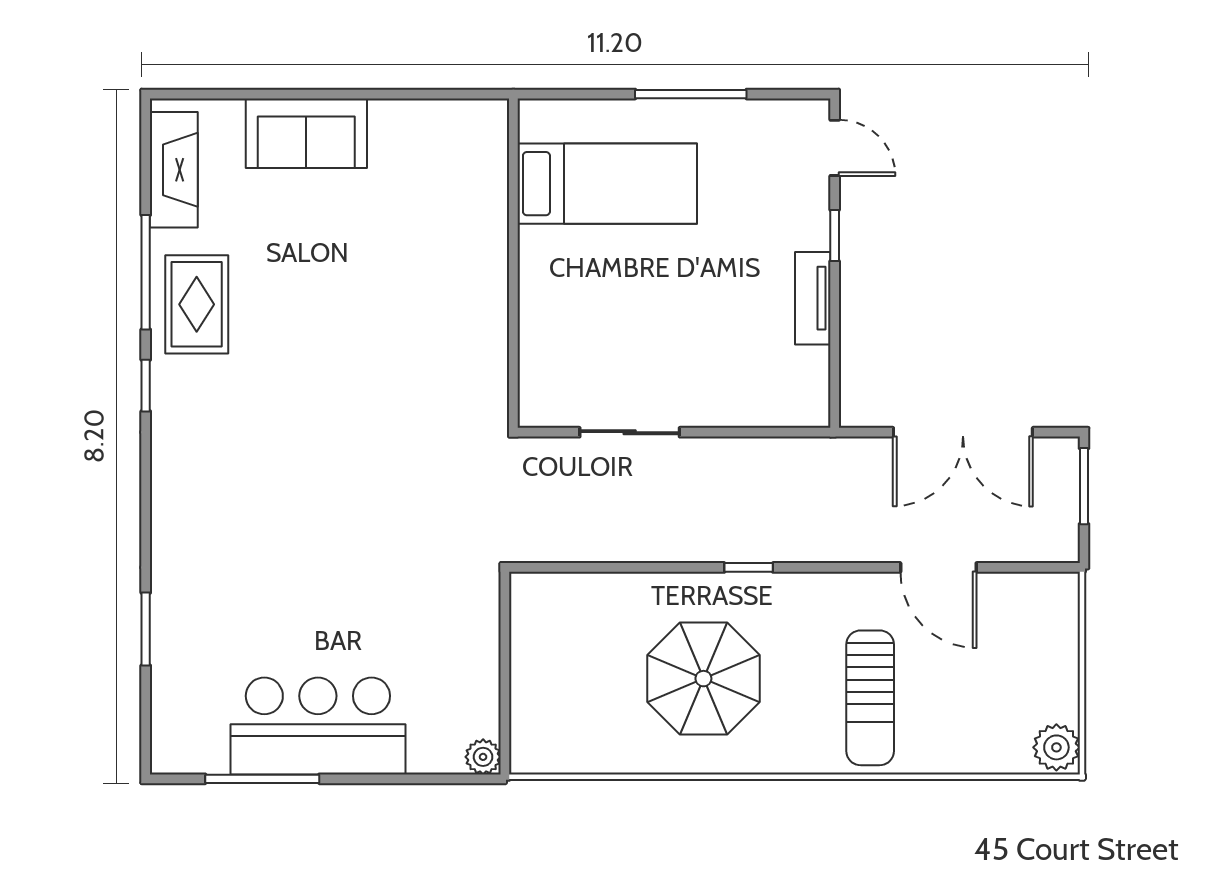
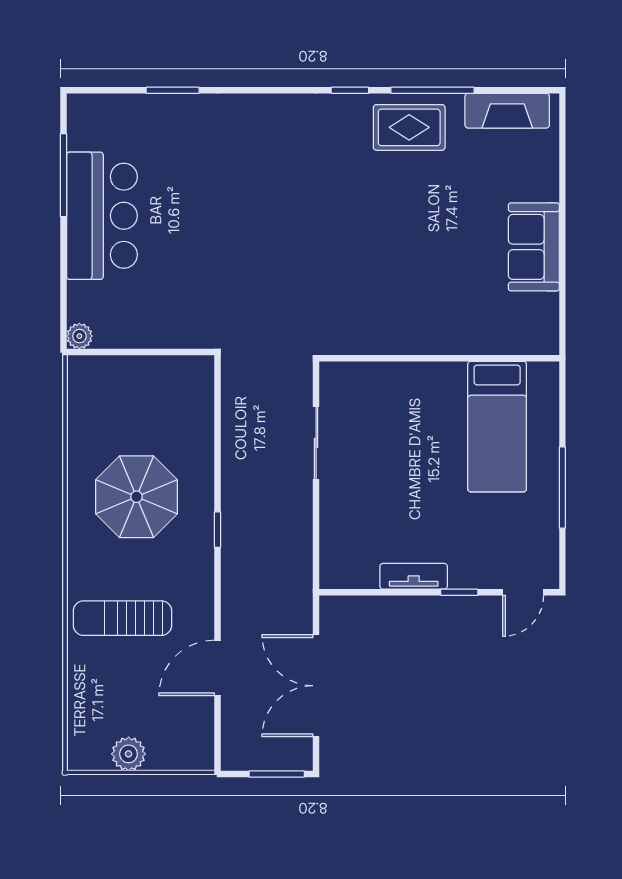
sofa: (306, 133) -> (534, 247), moved
plant: (1056, 747) -> (129, 754), moved

